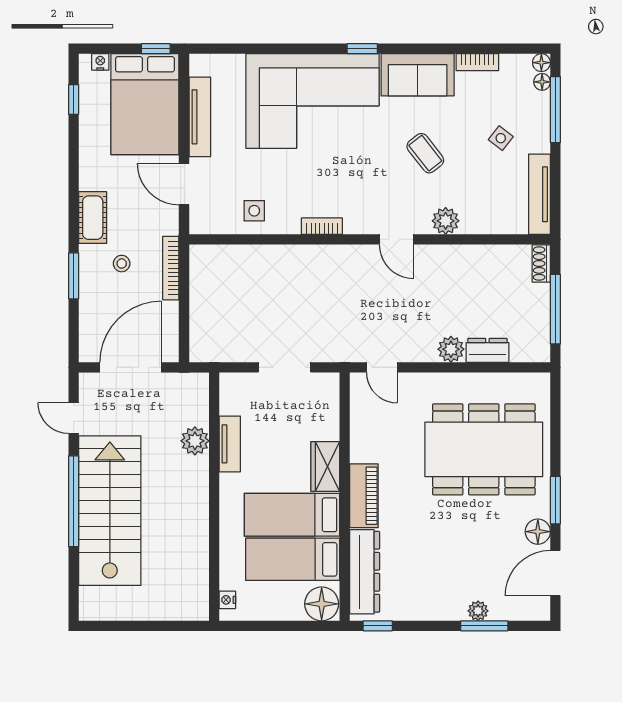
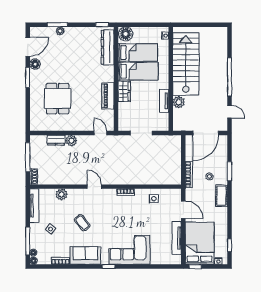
corner sofa: (313, 101) -> (129, 250), width x0.73, depth x0.74
plant: (446, 221) -> (62, 194), moved
dining table: (484, 449) -> (58, 99), width x0.53, depth x0.80
piano: (364, 496) -> (108, 96), moved
stairs: (110, 511) -> (186, 64), moved, turned 180

